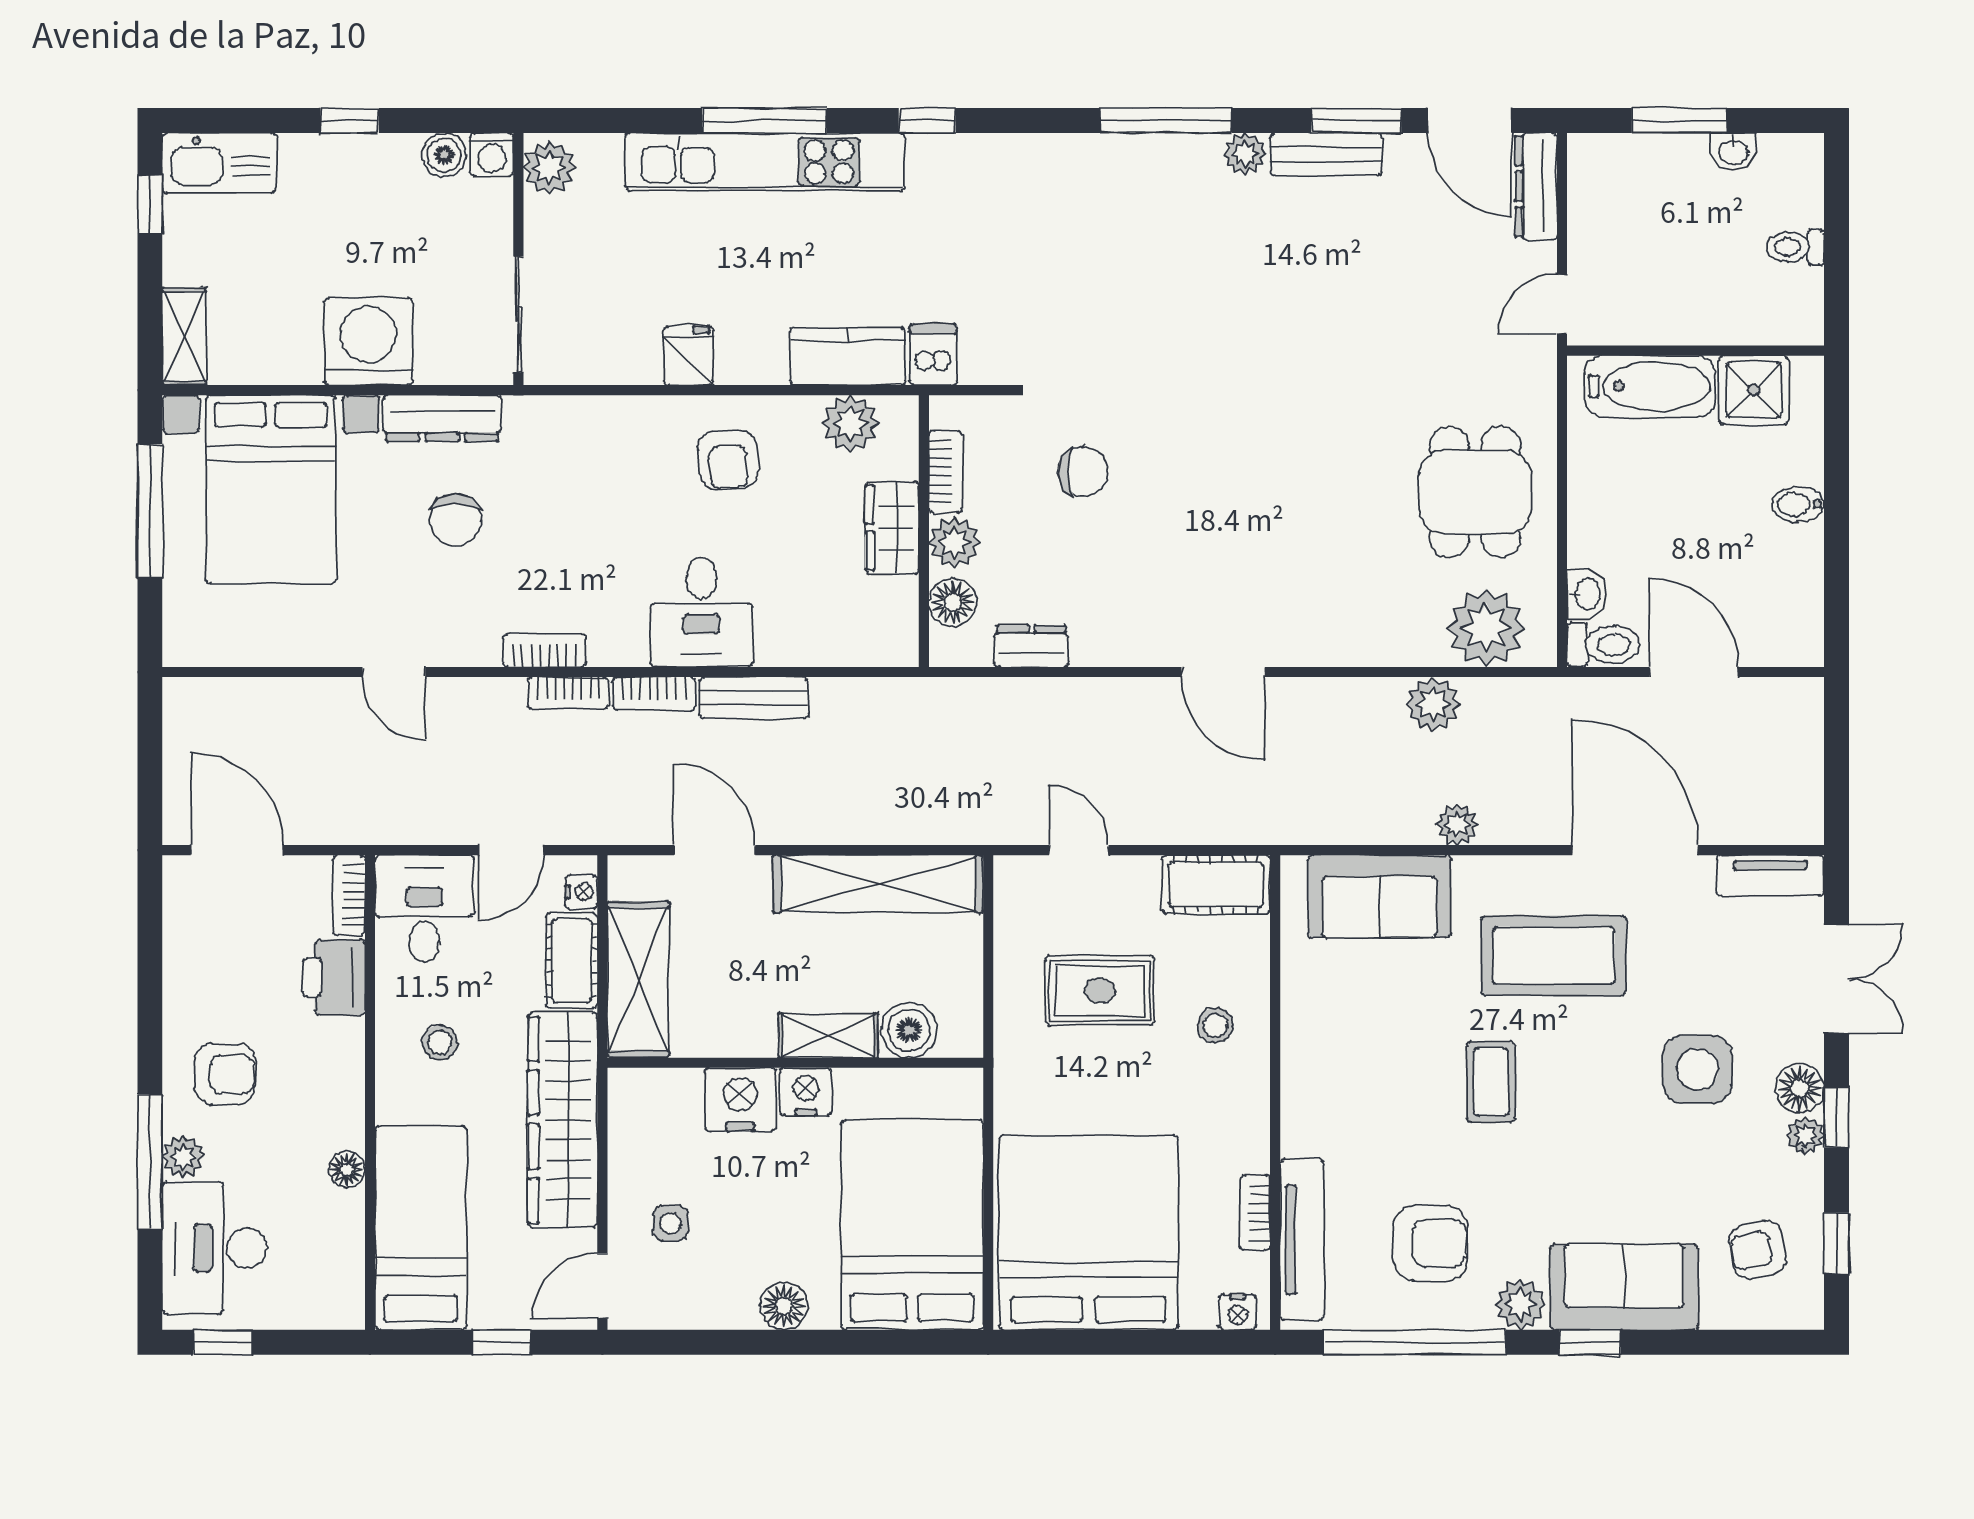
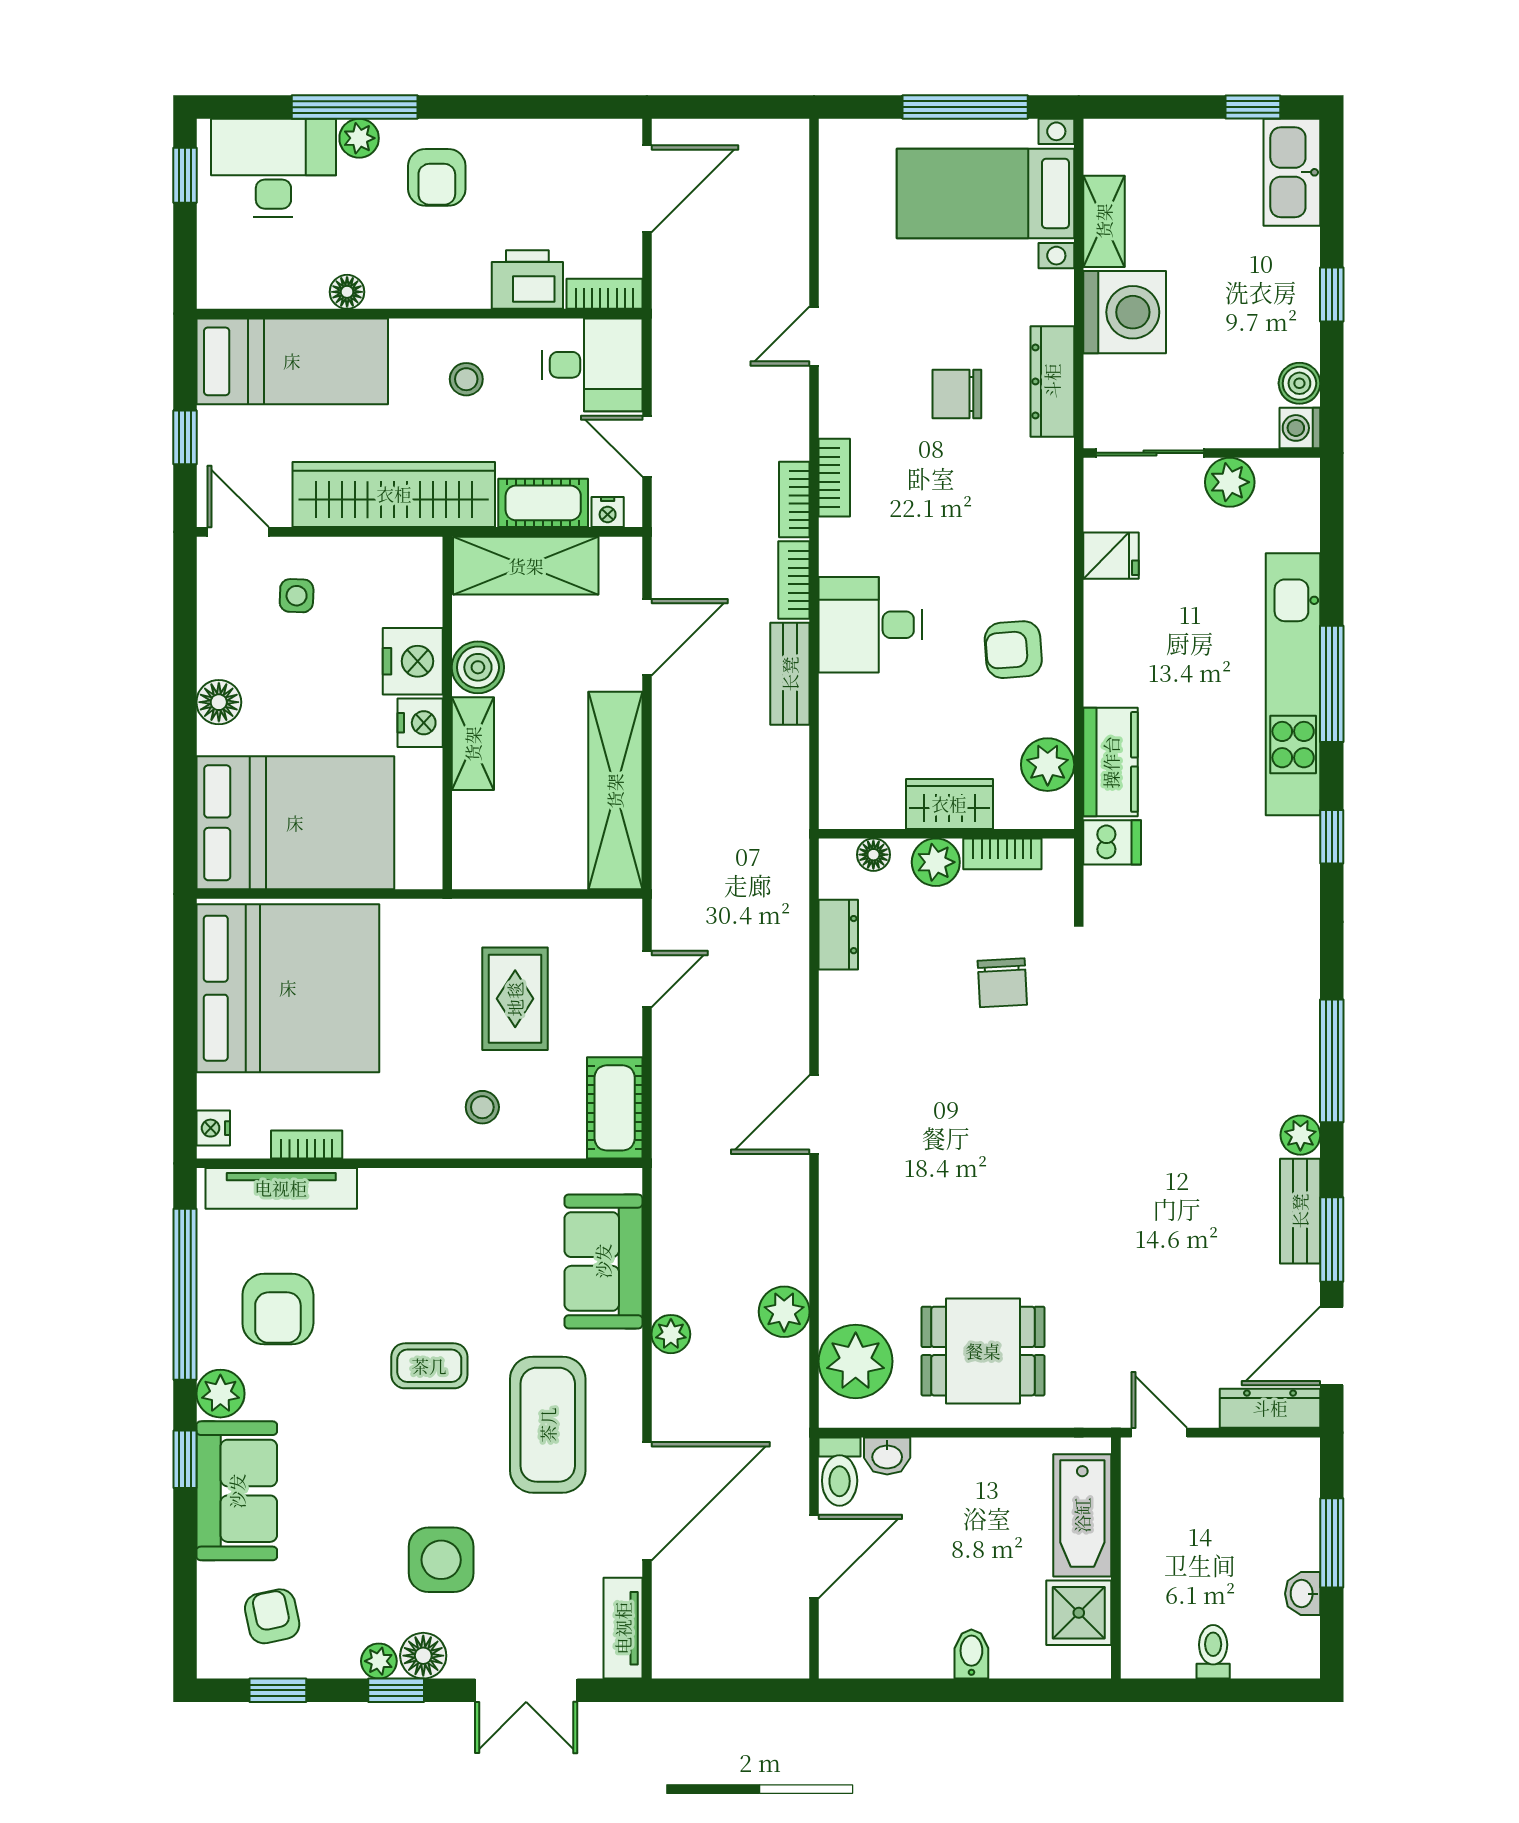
plant: (550, 168) -> (1230, 482), moved
shelving: (184, 336) -> (1104, 221), moved, turned 90
fridge: (688, 356) -> (1111, 556), moved
bed with nightstands: (271, 489) -> (986, 193), width x0.73
floor lamp: (953, 602) -> (873, 855), width x0.73, depth x0.73
boiler: (909, 1030) -> (478, 667), moved

